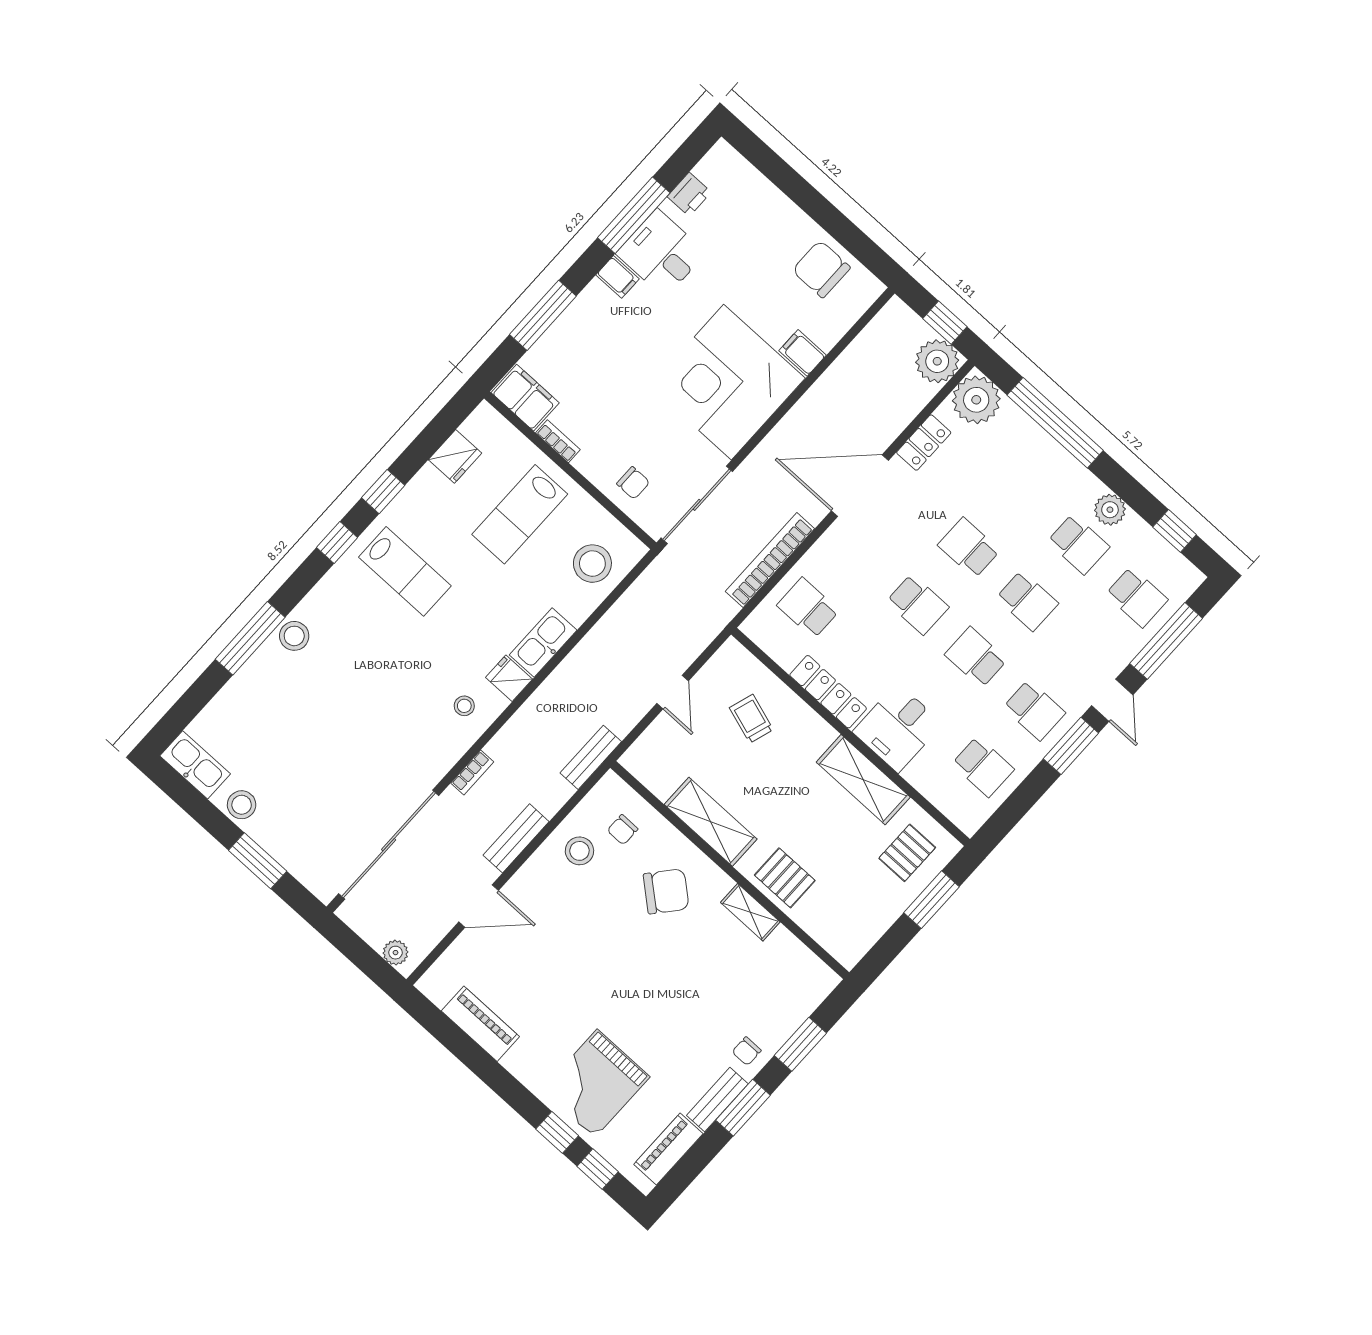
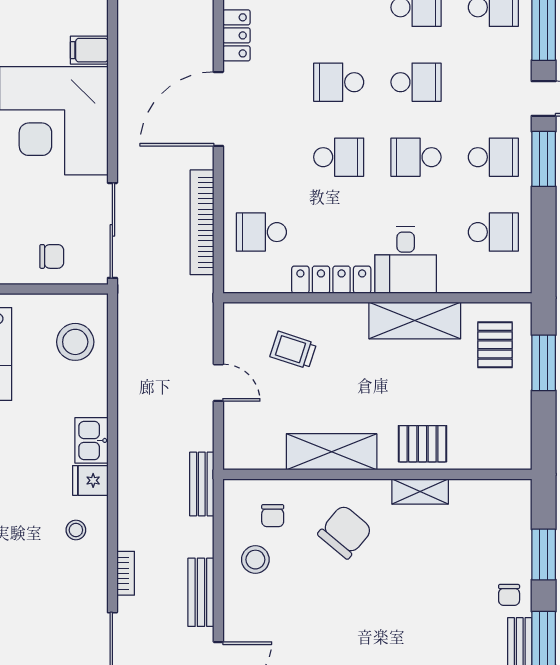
kitchen sink: (543, 642) -> (91, 440), width x0.73

